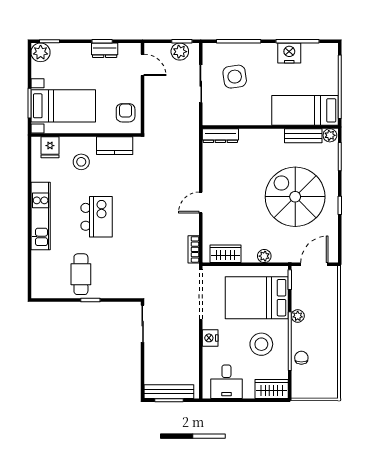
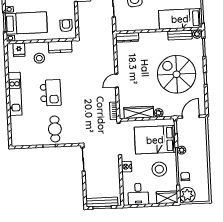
wardrobe: (226, 254) -> (139, 112), width x1.50
cafe table: (81, 274) -> (55, 129), moved
plant: (303, 387) -> (187, 195), added

